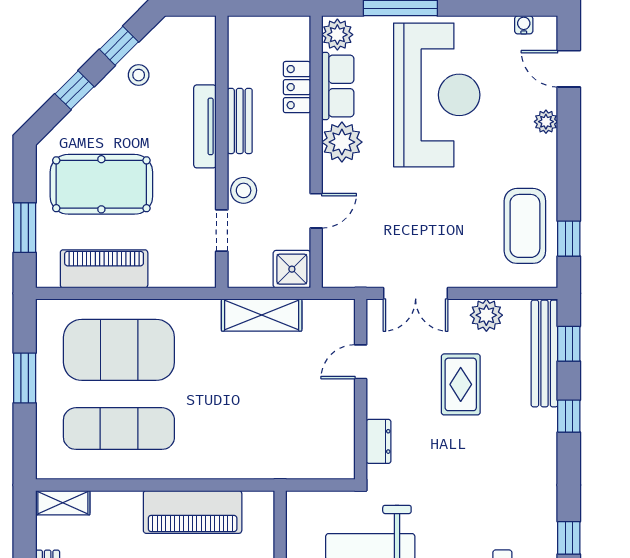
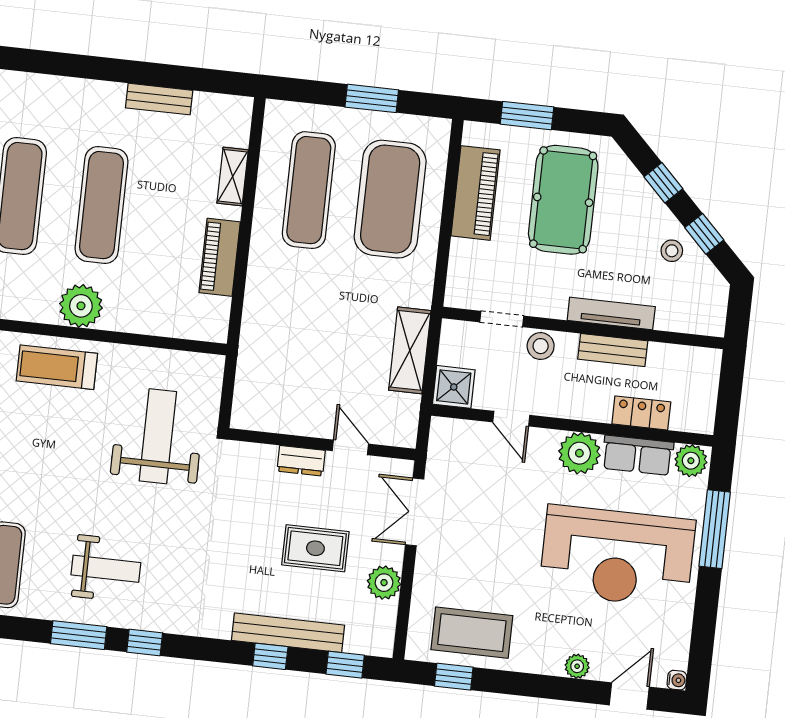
water cooler: (524, 25) -> (677, 680), moved
bench: (544, 353) -> (288, 633), moved
dresser: (379, 441) -> (301, 461), moved
shelving: (63, 503) -> (233, 177), moved
piano: (193, 512) -> (220, 257), width x0.73, depth x0.75

